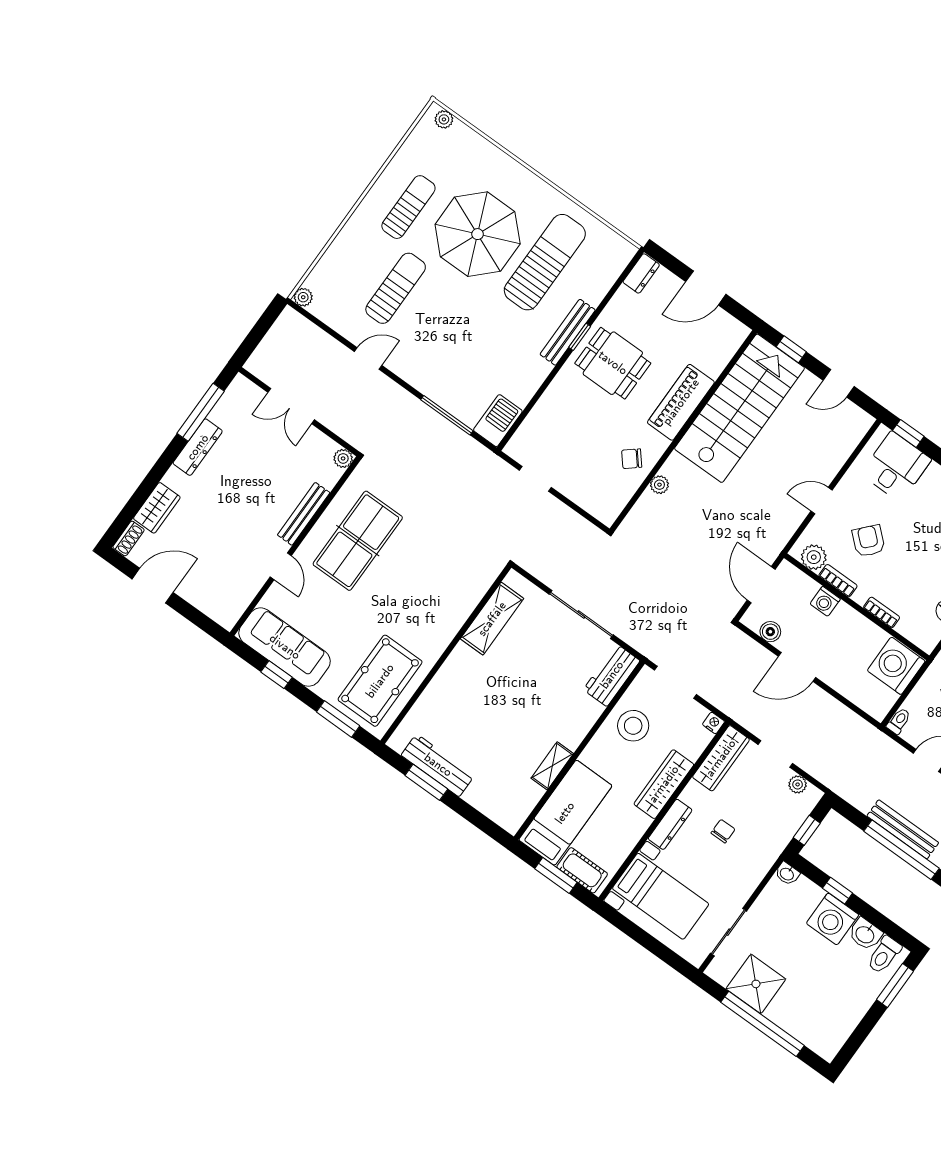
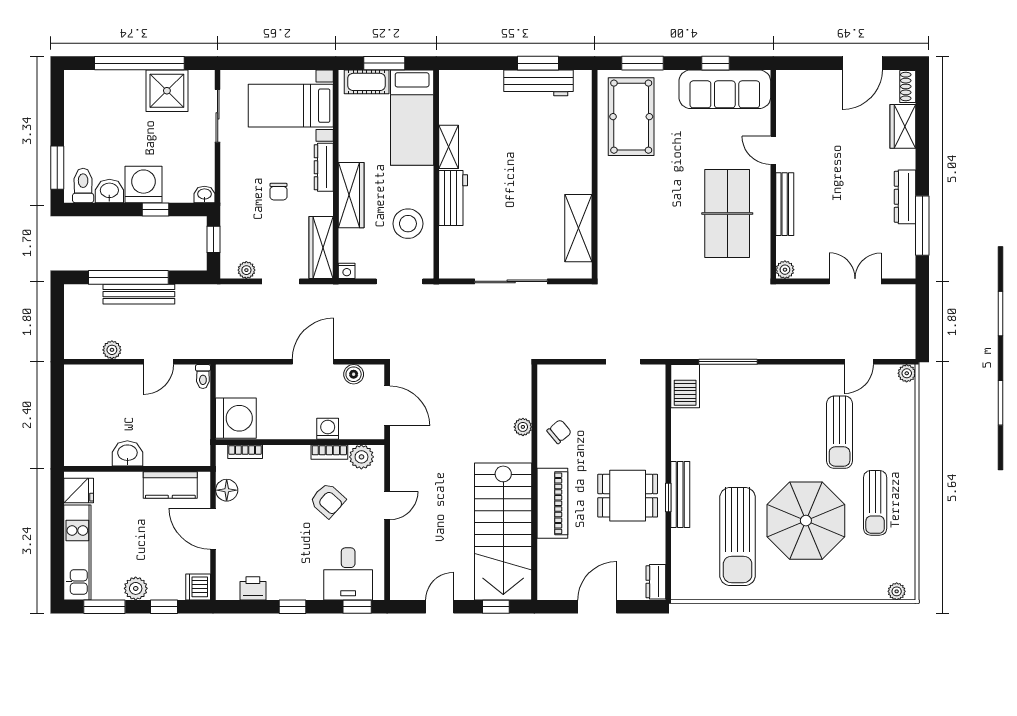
door: (368, 359) -> (859, 362), moved
bookcase: (882, 613) -> (245, 452), moved
workbench: (612, 675) -> (453, 198), moved

